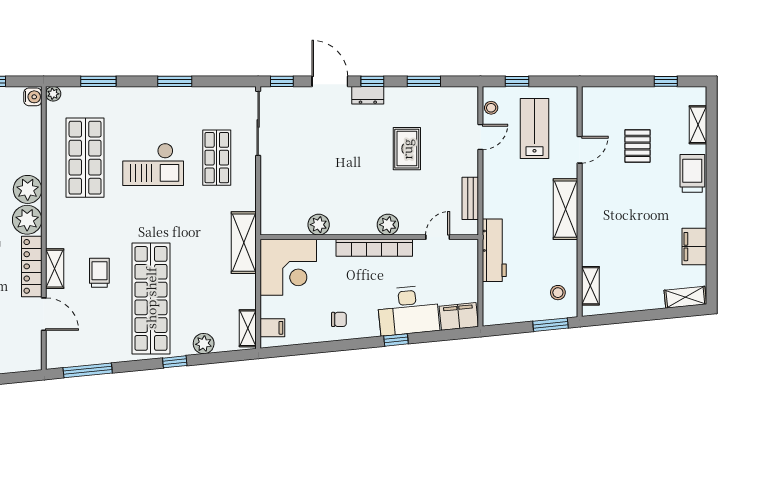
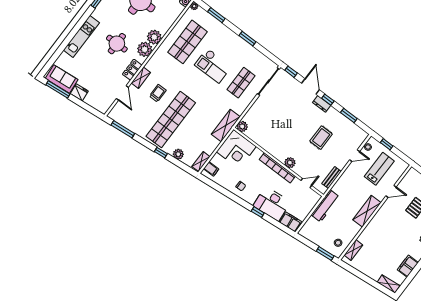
plant: (319, 225) -> (242, 126), moved
locker: (32, 266) -> (132, 70), width x0.66

